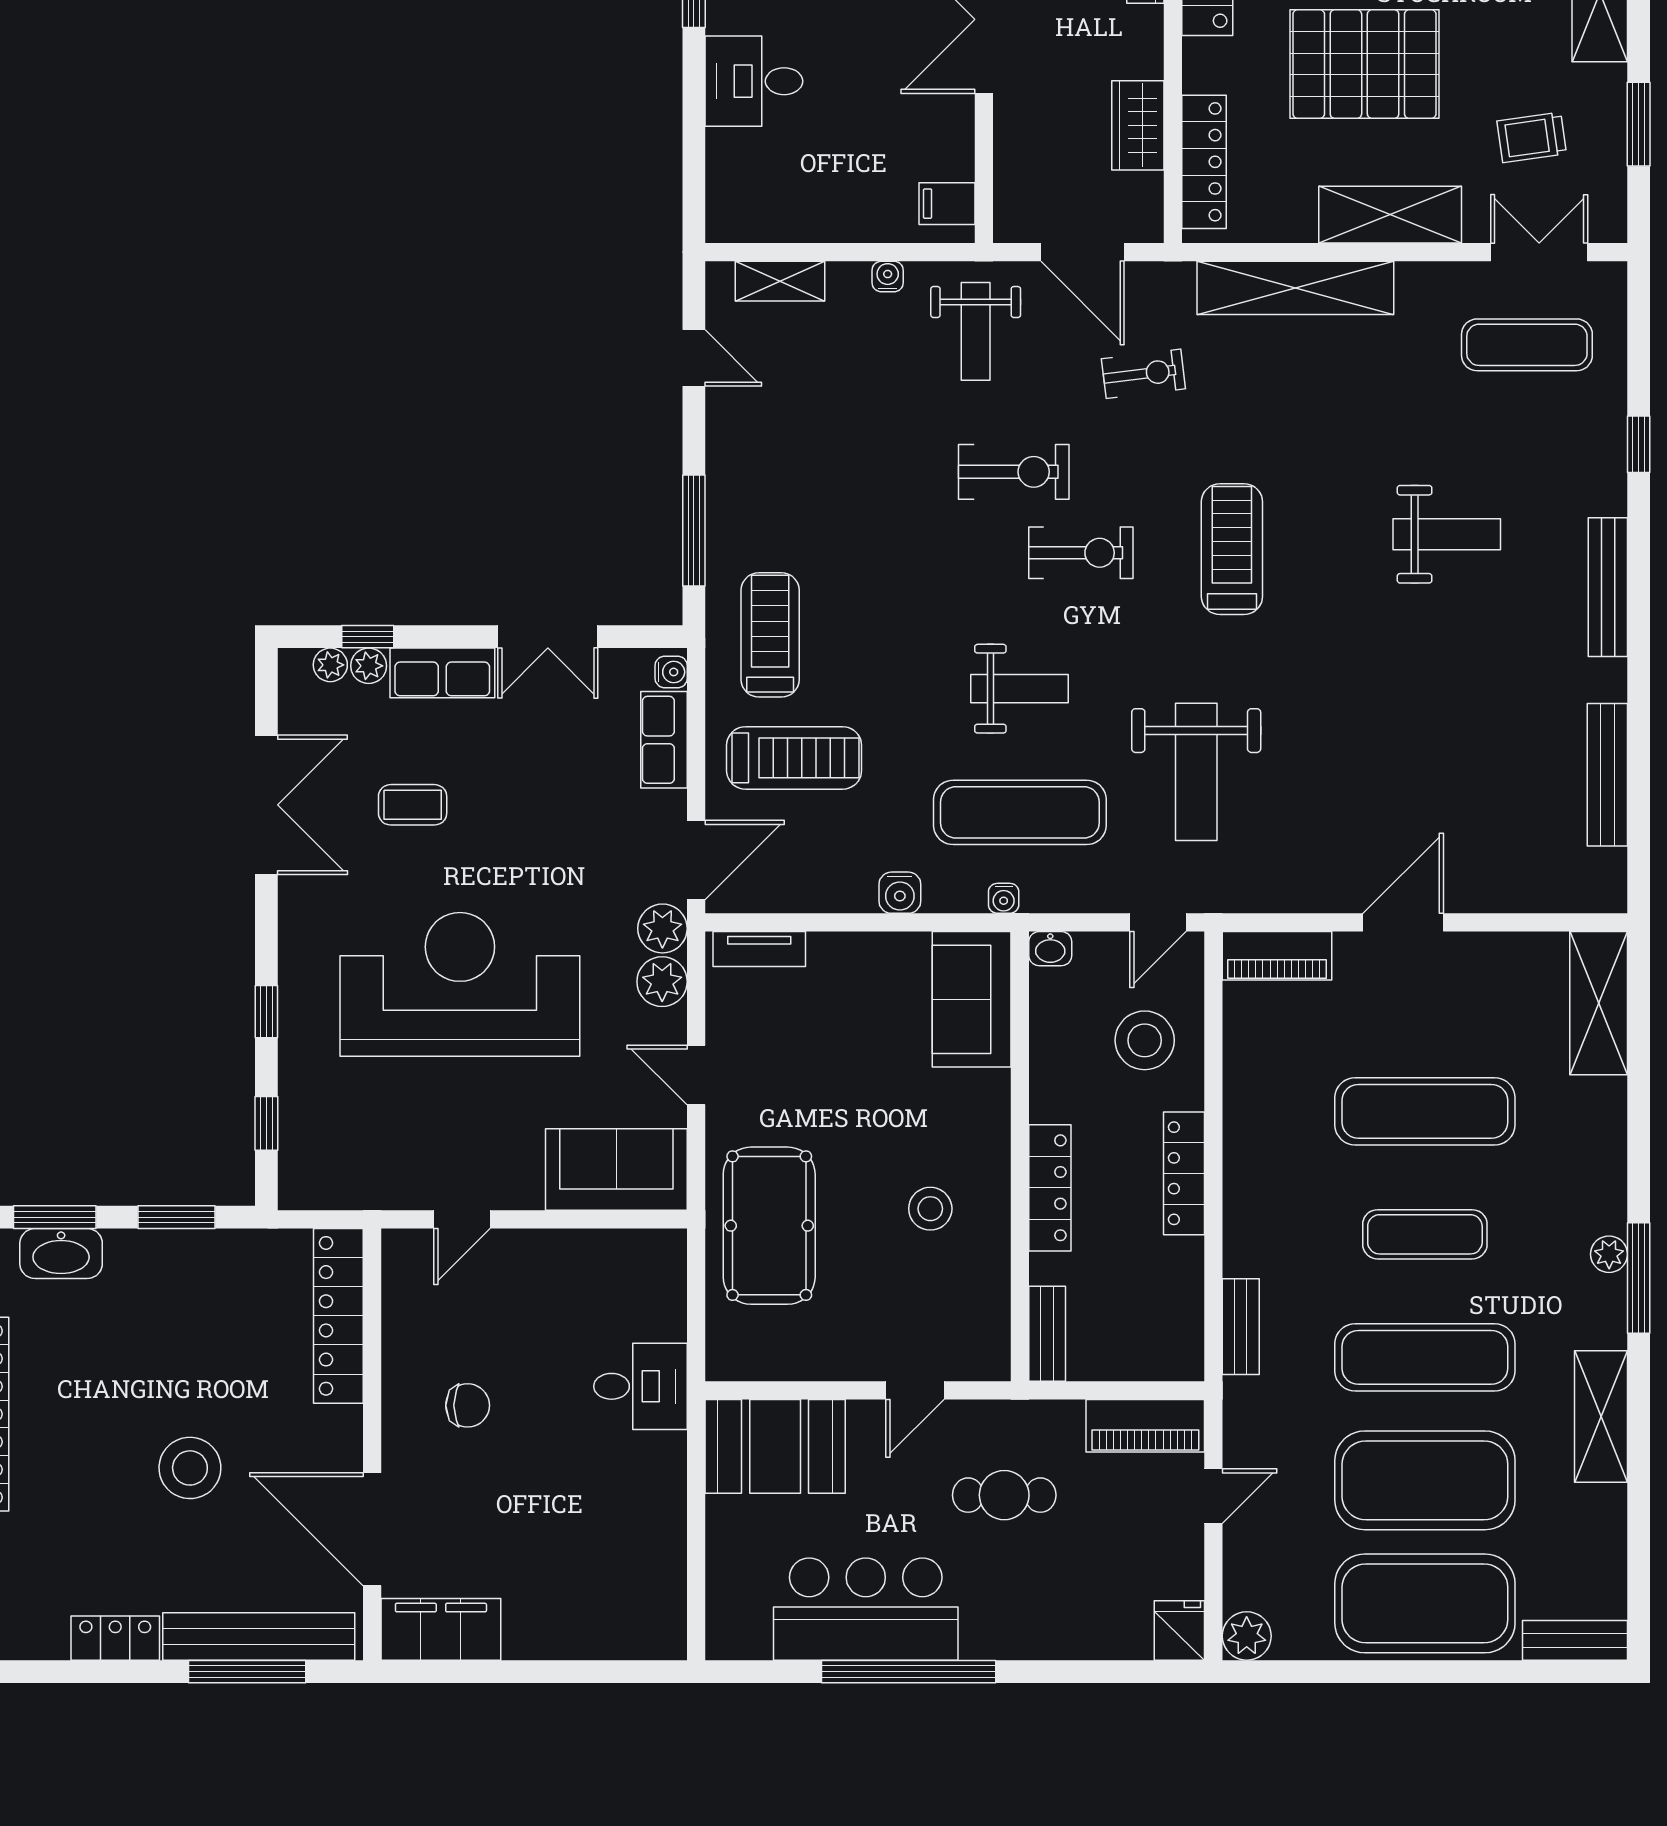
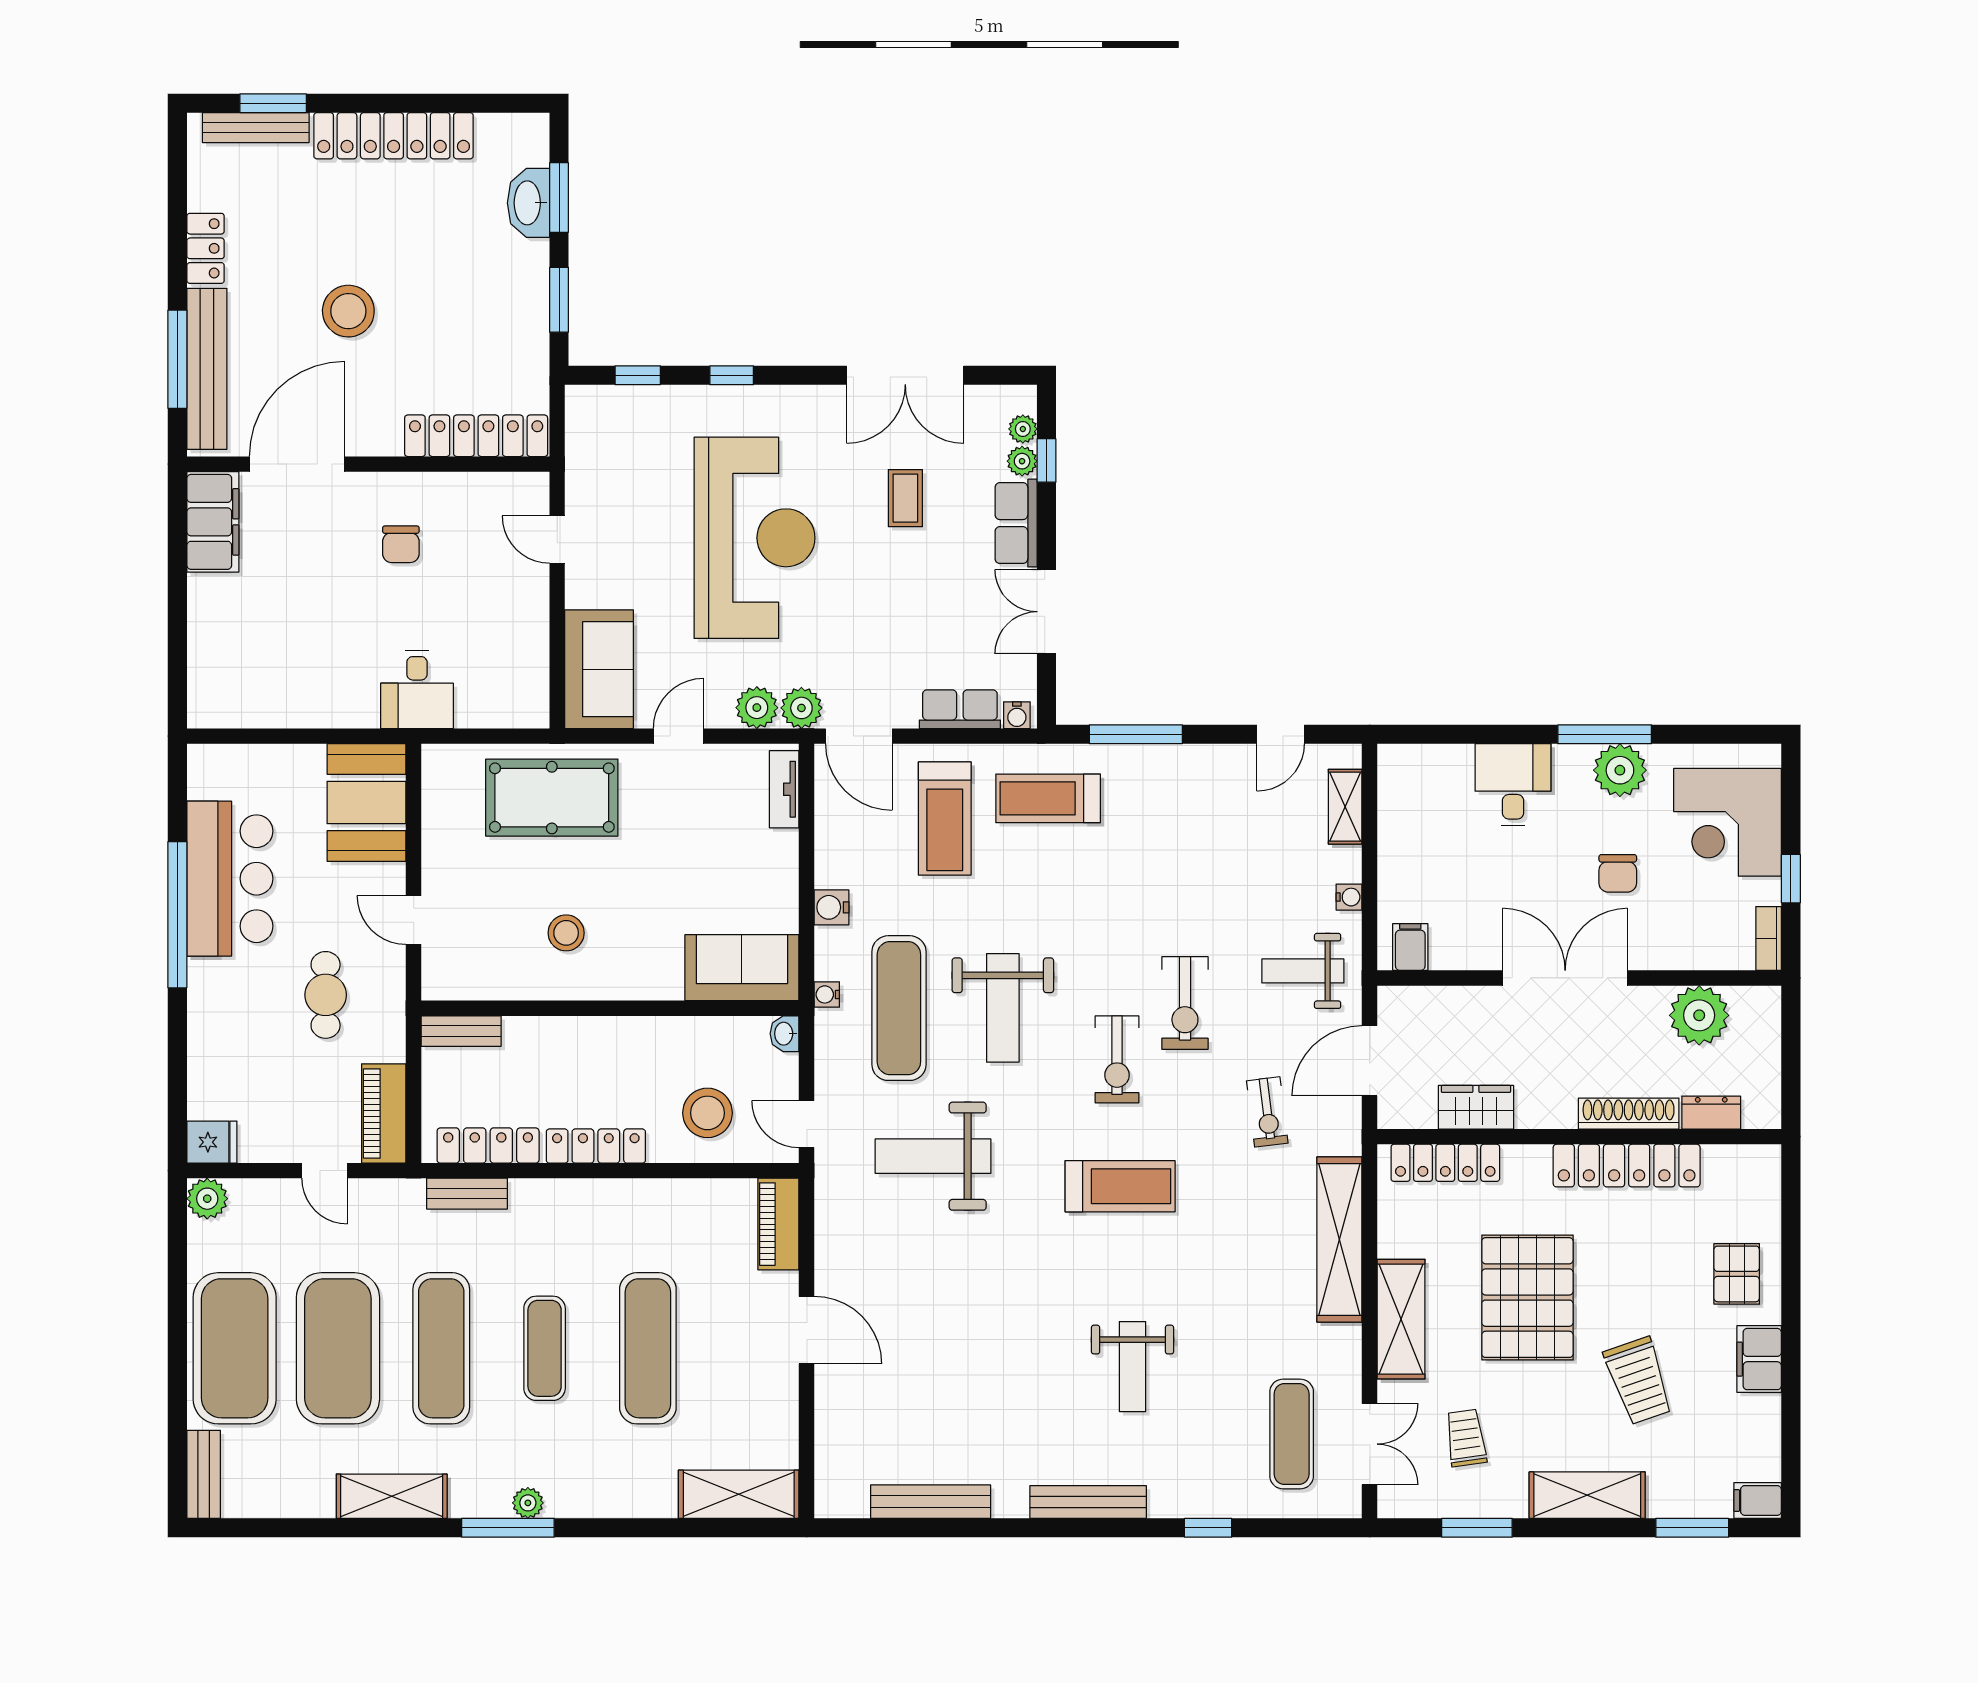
treadmill: (770, 635) -> (1048, 798), turned 180
weight bench: (1020, 689) -> (1003, 1008), width x1.36, depth x1.33
locker: (1050, 1188) -> (488, 1146), moved, turned 180

